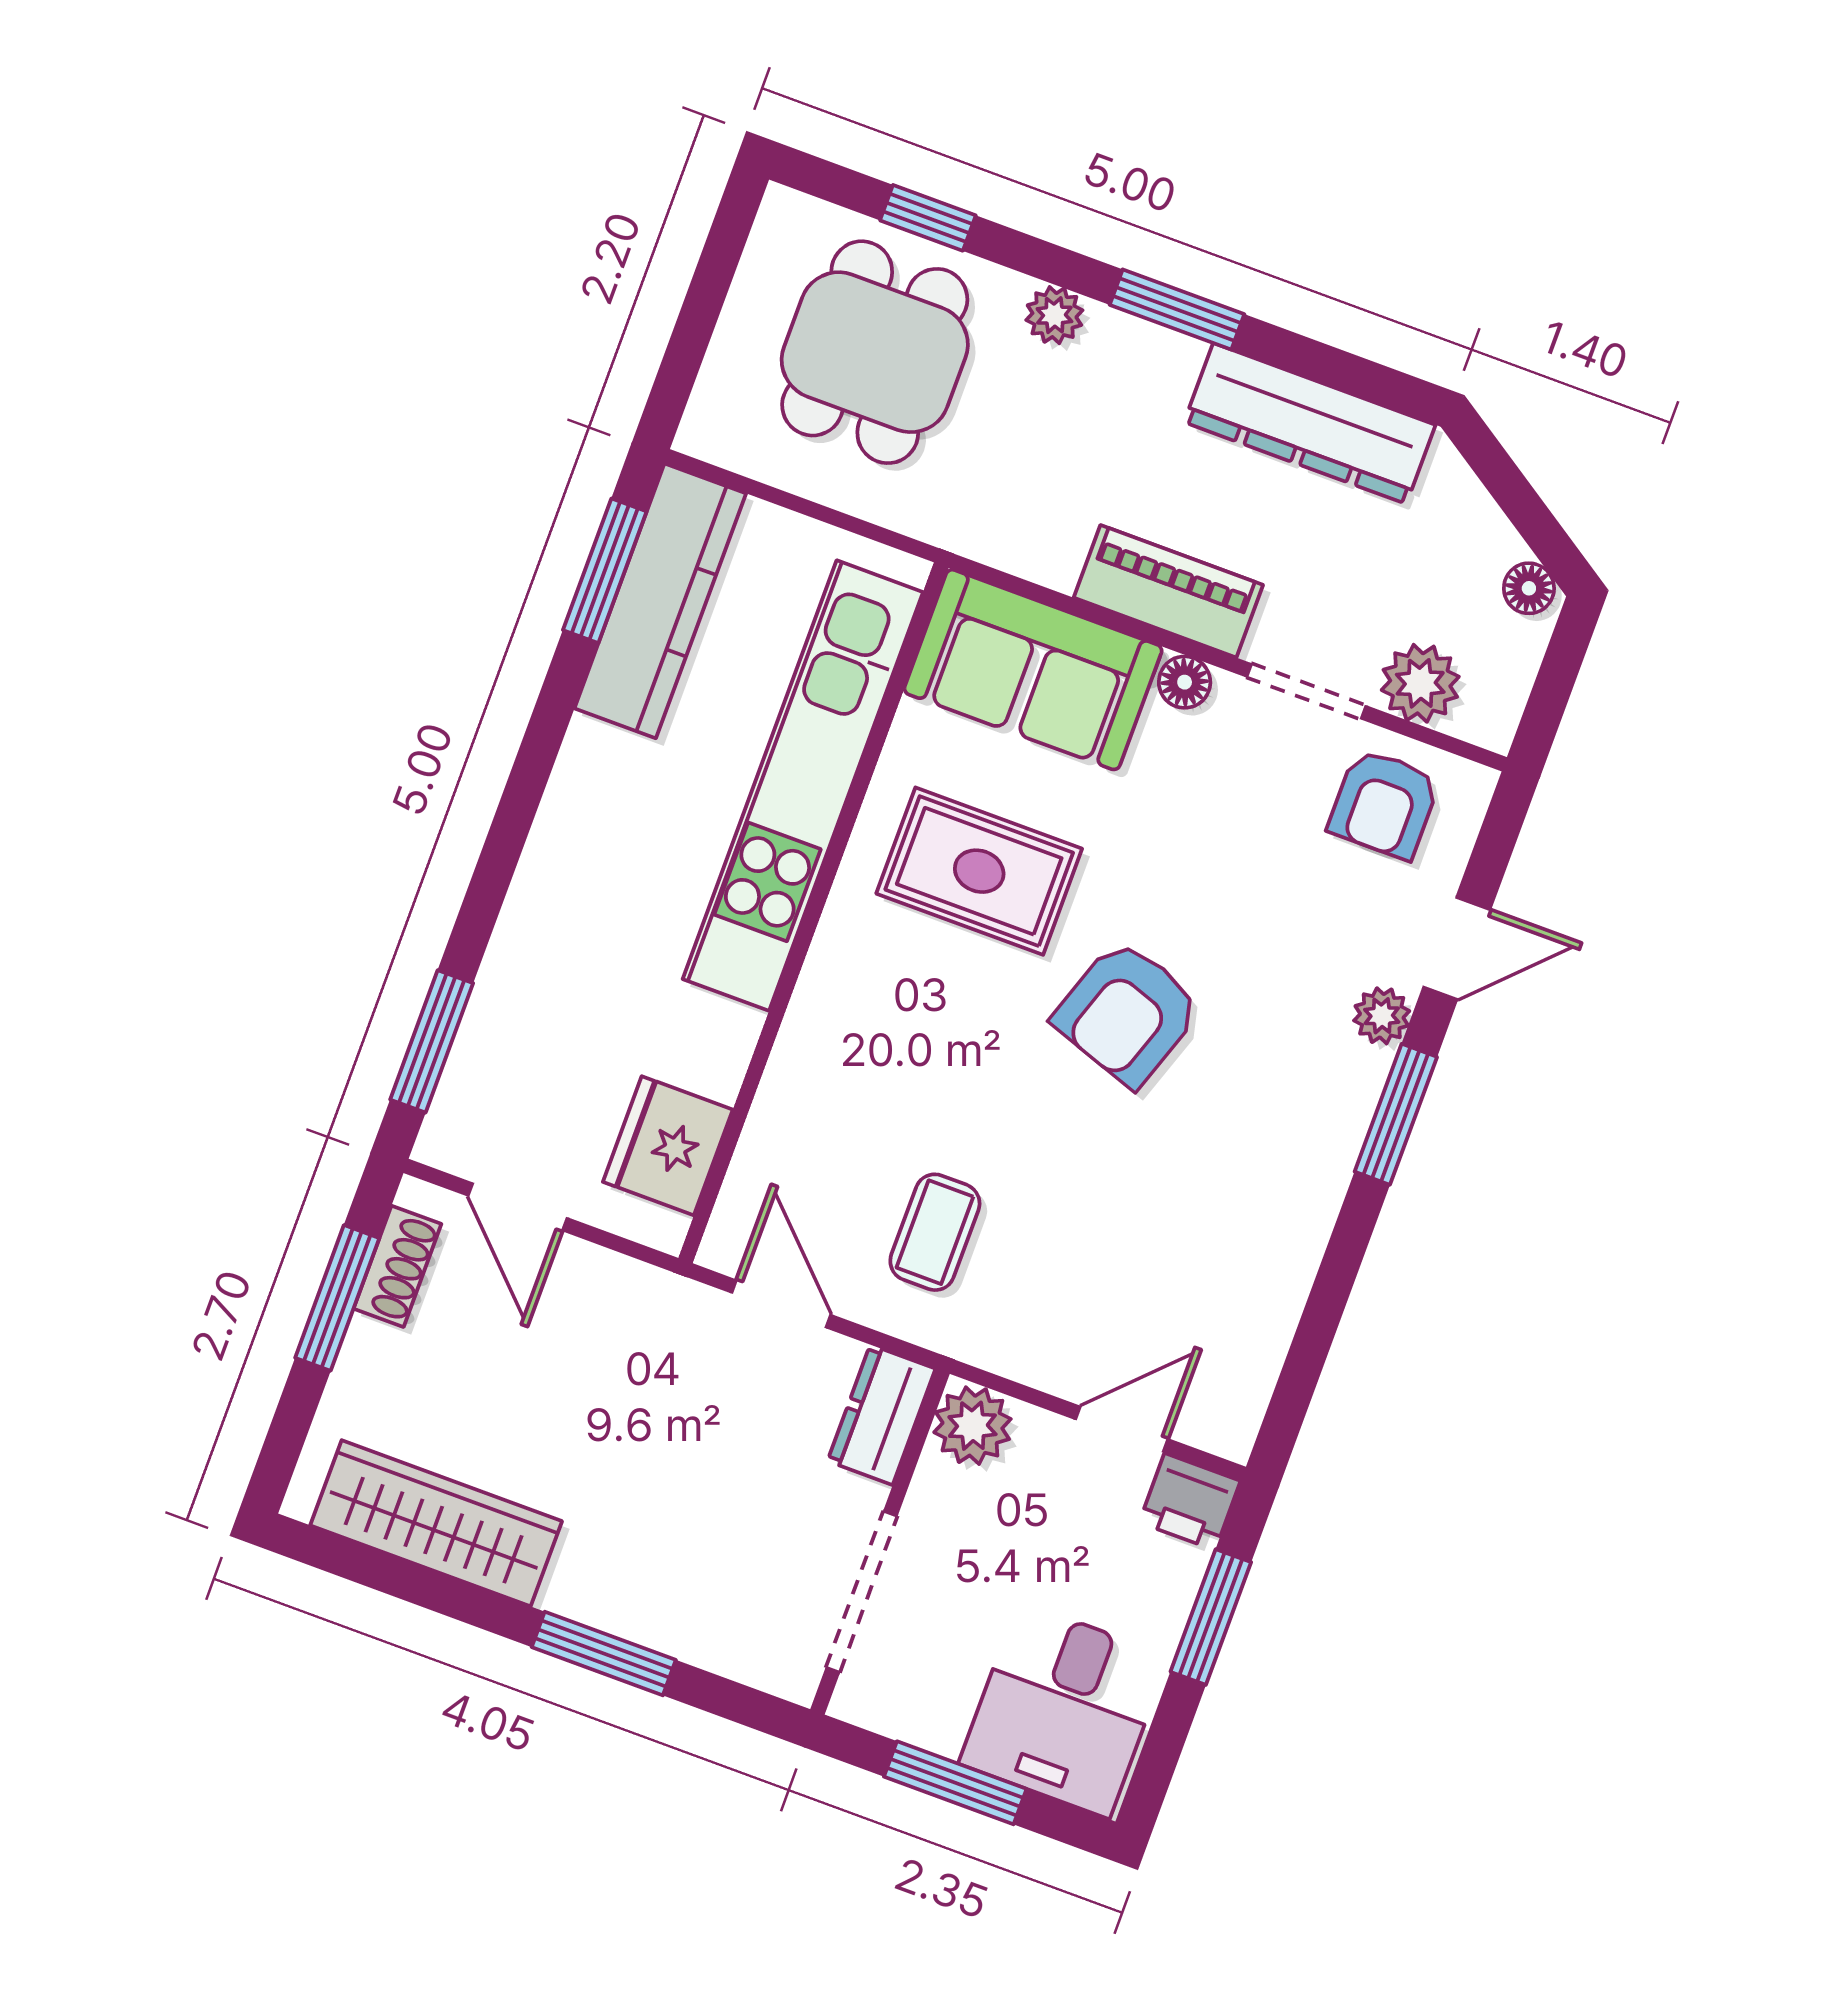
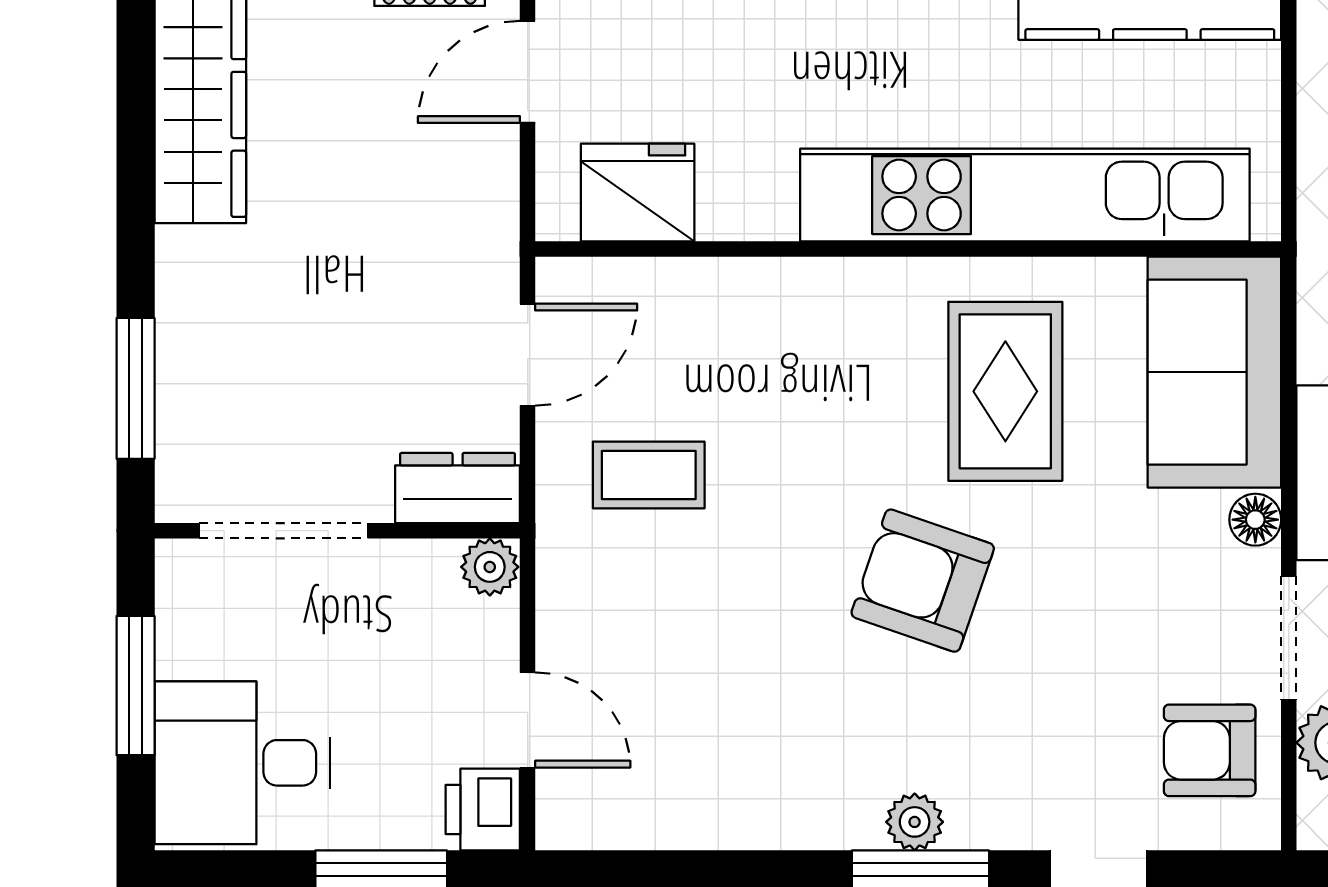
plant: (1382, 1016) -> (915, 822), moved
plant: (972, 1426) -> (490, 567), width x0.73, depth x0.73
window: (604, 1653) -> (136, 388), moved

